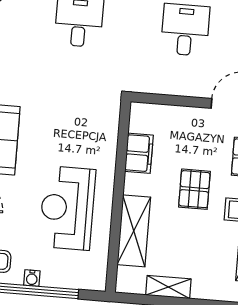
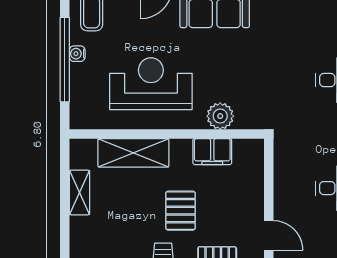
plant: (105, 143) -> (220, 116), added
pallet: (194, 189) -> (181, 211), turned 90

